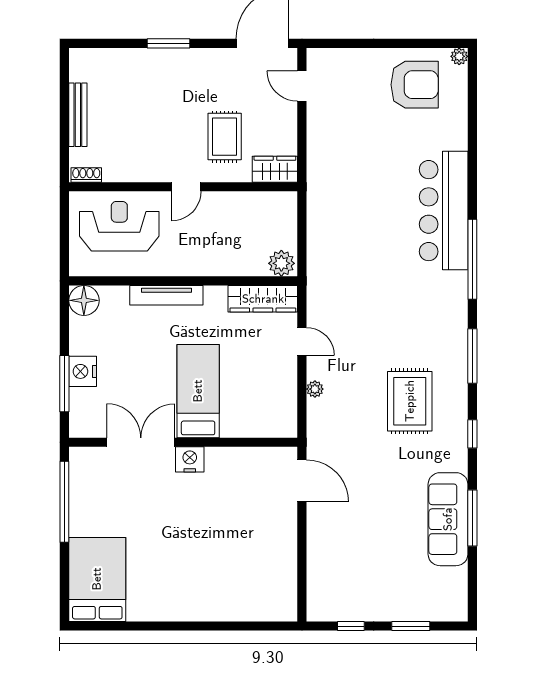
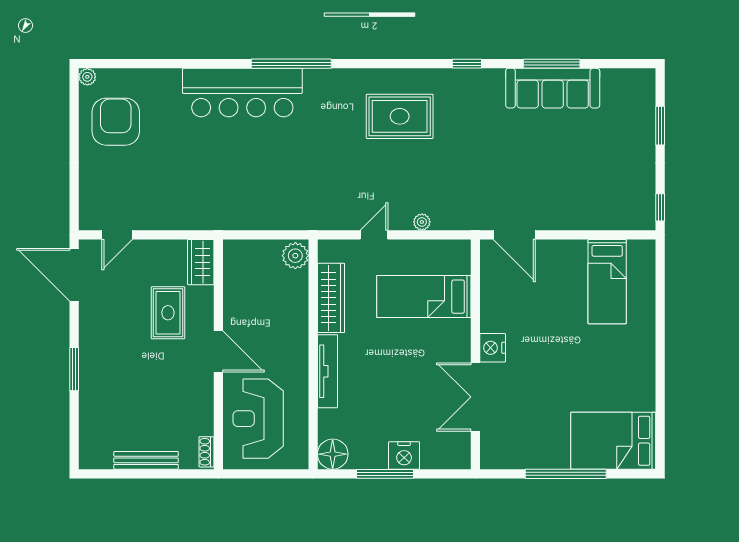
rug: (225, 137) -> (168, 313), turned 90
door: (186, 187) -> (218, 351), width x1.38
wardrobe: (263, 299) -> (331, 298), moved
window: (472, 356) -> (389, 64), removed
window: (64, 384) -> (385, 474), moved
bed: (198, 391) -> (424, 297), moved
rug: (410, 401) -> (400, 116), moved
door: (302, 481) -> (514, 235), swing flipped
window: (64, 502) -> (566, 474), moved
bed: (256, 573) -> (607, 282), added
window: (351, 626) -> (660, 207), moved

